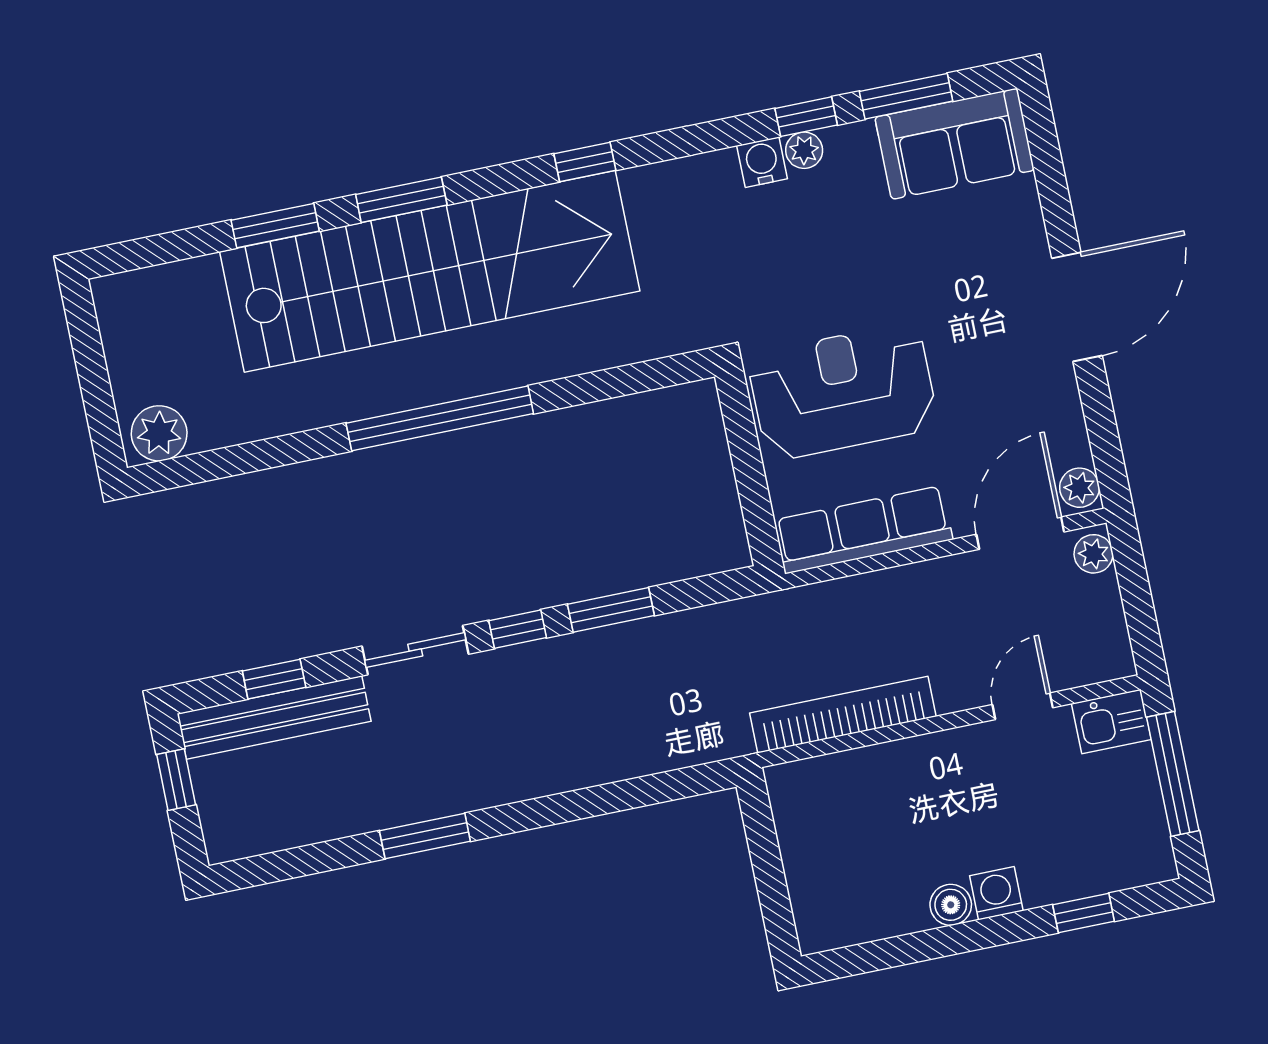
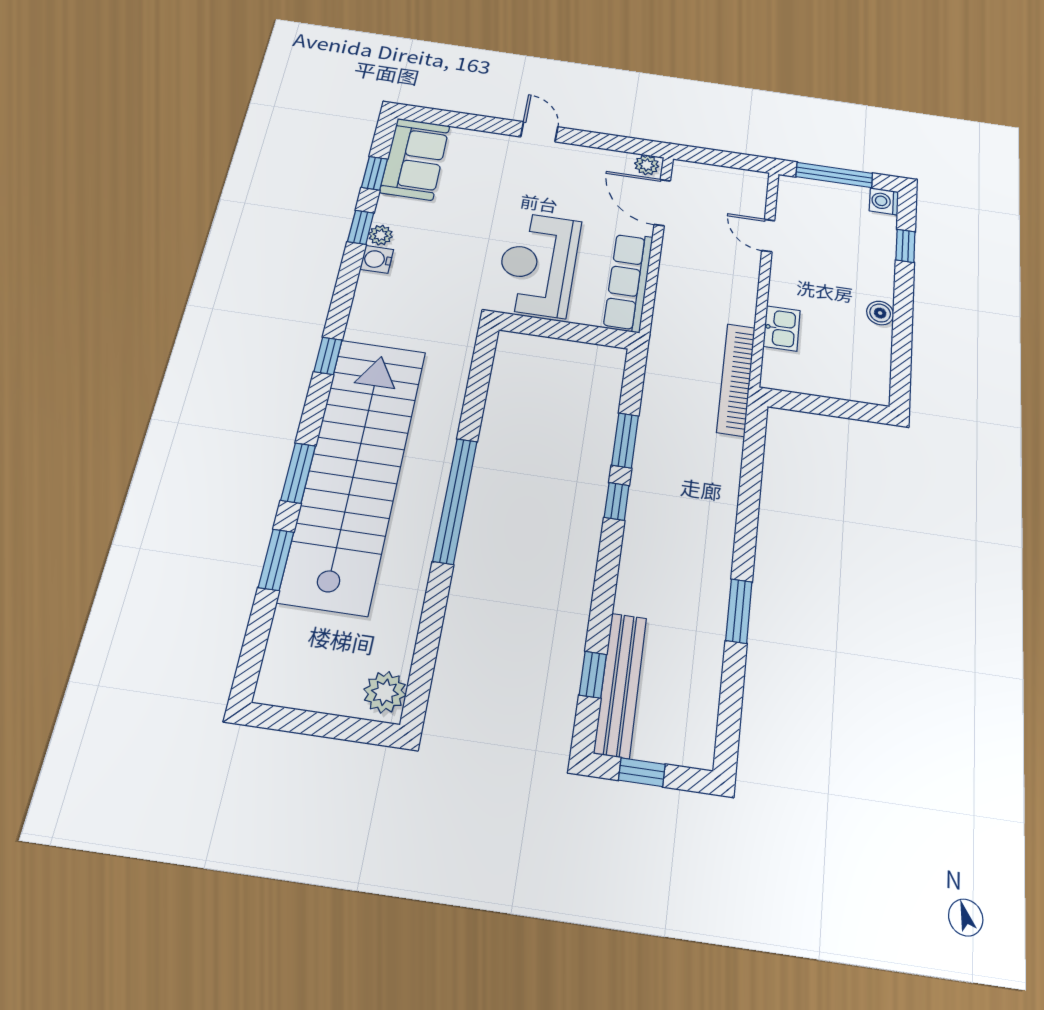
window: (906, 96) -> (374, 173), width x0.67
door: (1077, 307) -> (539, 132), width x0.53
plant: (1094, 554) -> (689, 171), removed
sliding door: (415, 650) -> (607, 572), removed
bookcase: (843, 715) -> (736, 379), moved
kitchen sink: (1111, 721) -> (782, 328), moved
washing machine: (996, 893) -> (884, 201), moved

